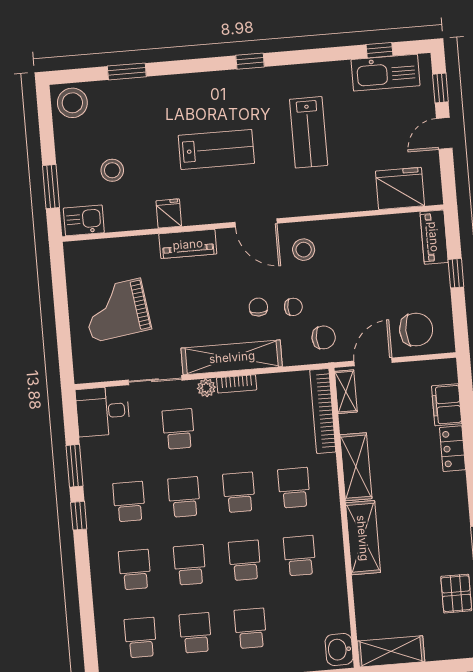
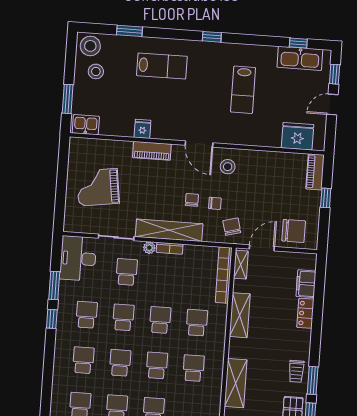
lab bench: (216, 149) -> (162, 66), moved
stool: (112, 170) -> (96, 71), moved
chair: (324, 337) -> (232, 227), turned -105
desk: (103, 411) -> (78, 258), width x1.37
trolley: (453, 537) -> (296, 371), added
shelving: (363, 538) -> (236, 383), moved

